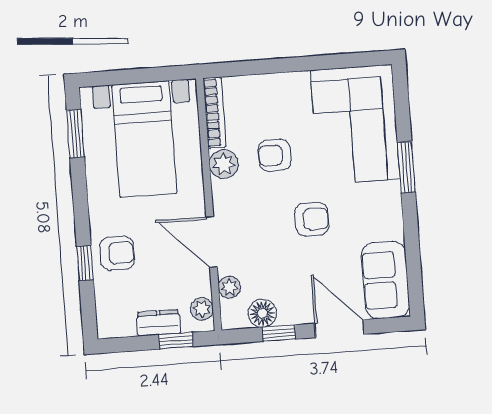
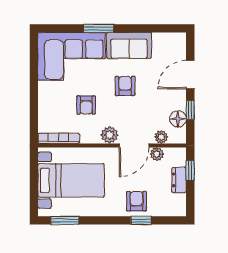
plant: (224, 164) -> (110, 135), moved
sofa: (386, 280) -> (129, 45), moved
plant: (202, 309) -> (157, 154), moved

